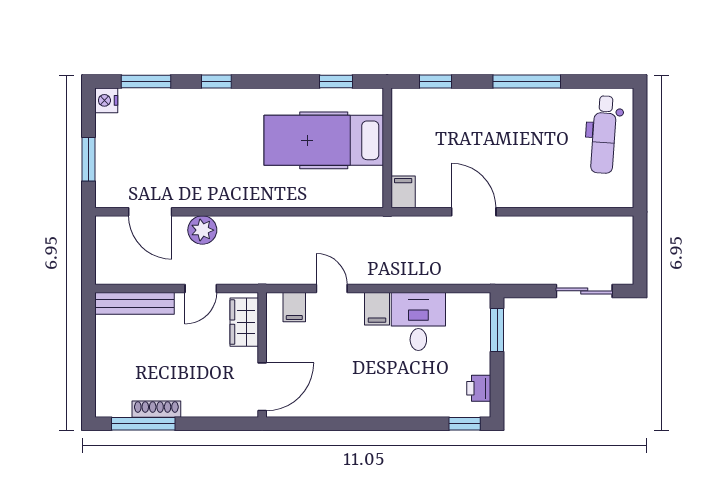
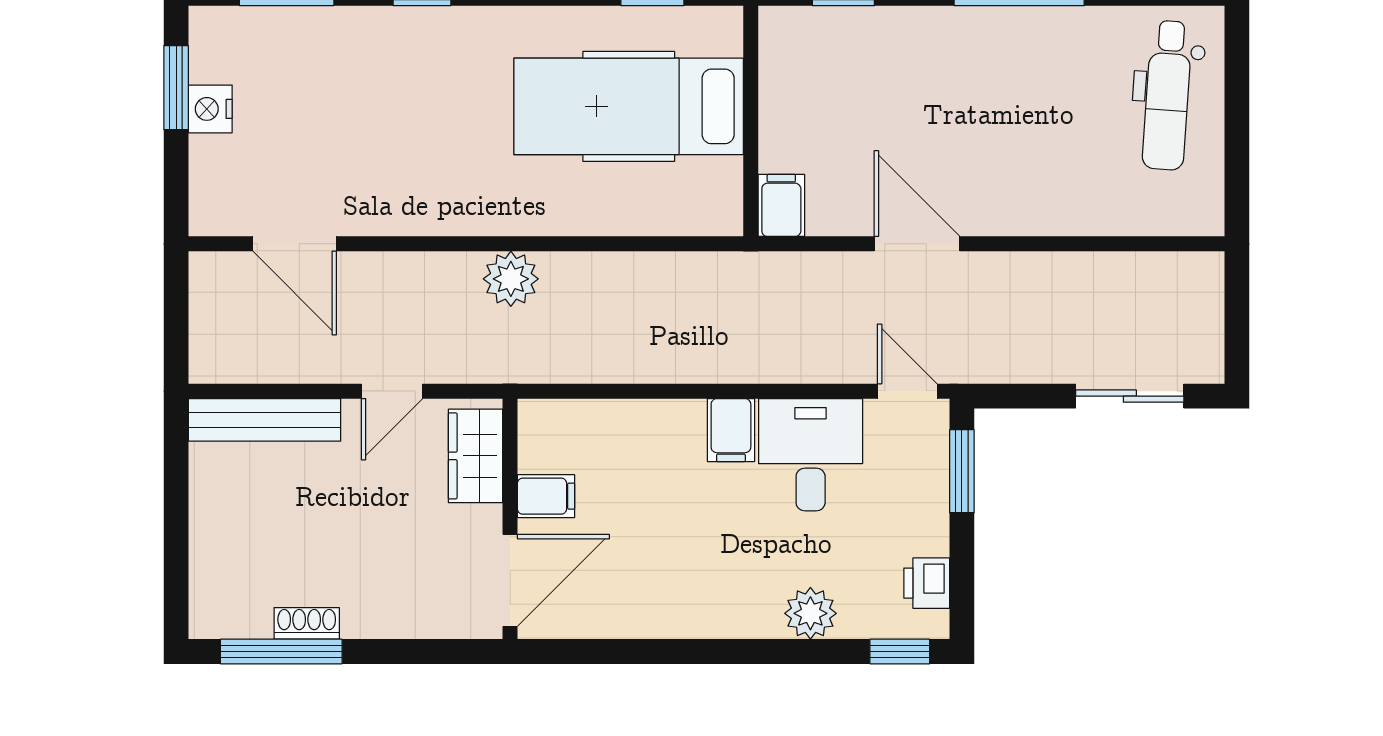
nightstand: (106, 100) -> (210, 109), moved
window: (88, 159) -> (176, 88), moved
plant: (202, 230) -> (511, 279), moved
door: (332, 288) -> (907, 391), moved
filing cabinet: (294, 307) -> (546, 496), moved, turned -90
plant: (418, 404) -> (810, 613), added
shoe rack: (156, 409) -> (307, 623), width x0.70

